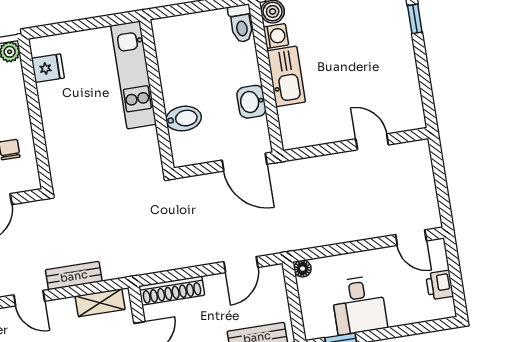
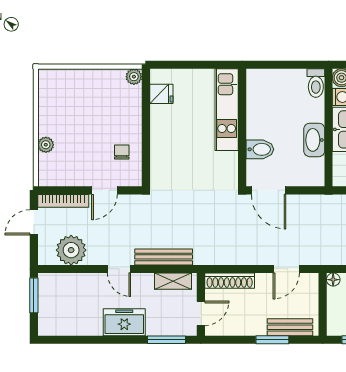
washbasin: (251, 102) -> (314, 140), width x1.38
door: (244, 162) -> (269, 190), moved
bench: (74, 276) -> (164, 257), width x1.36

